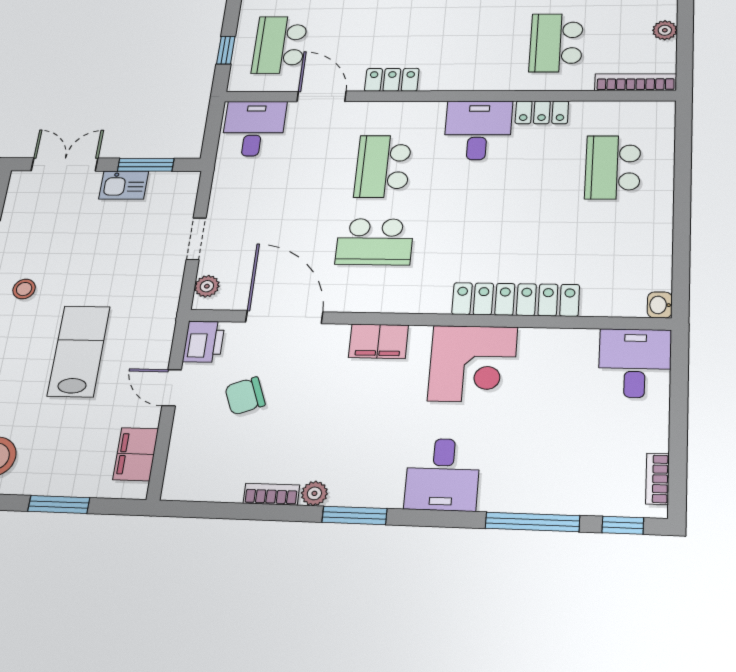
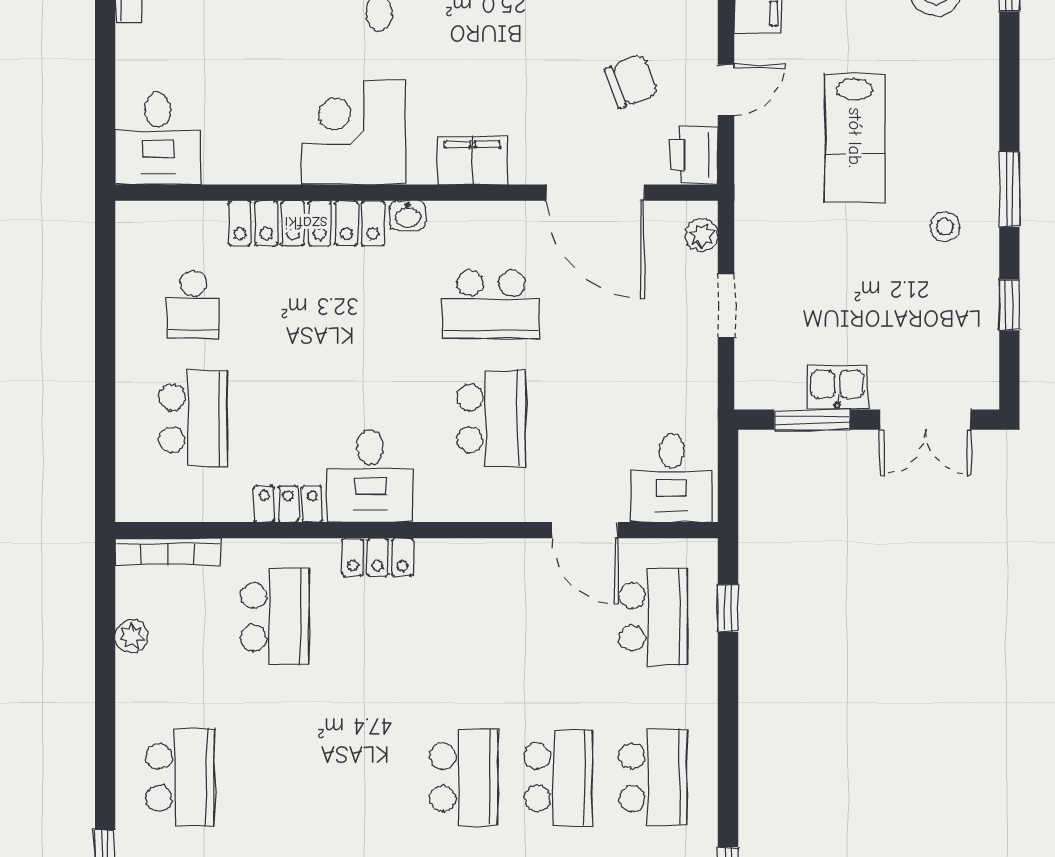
locker: (392, 80) -> (378, 557), moved
school desk: (375, 242) -> (491, 304), turned 180
school desk: (610, 244) -> (193, 304), added
washbasin: (660, 305) -> (408, 215), moved, turned 90
door: (172, 388) -> (726, 90), hinge flipped

